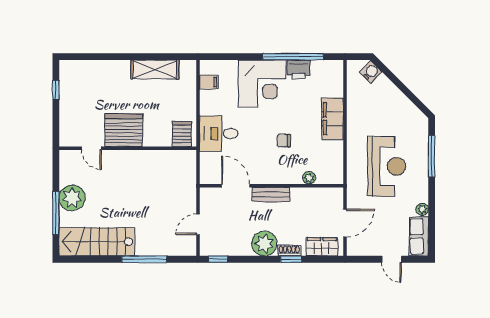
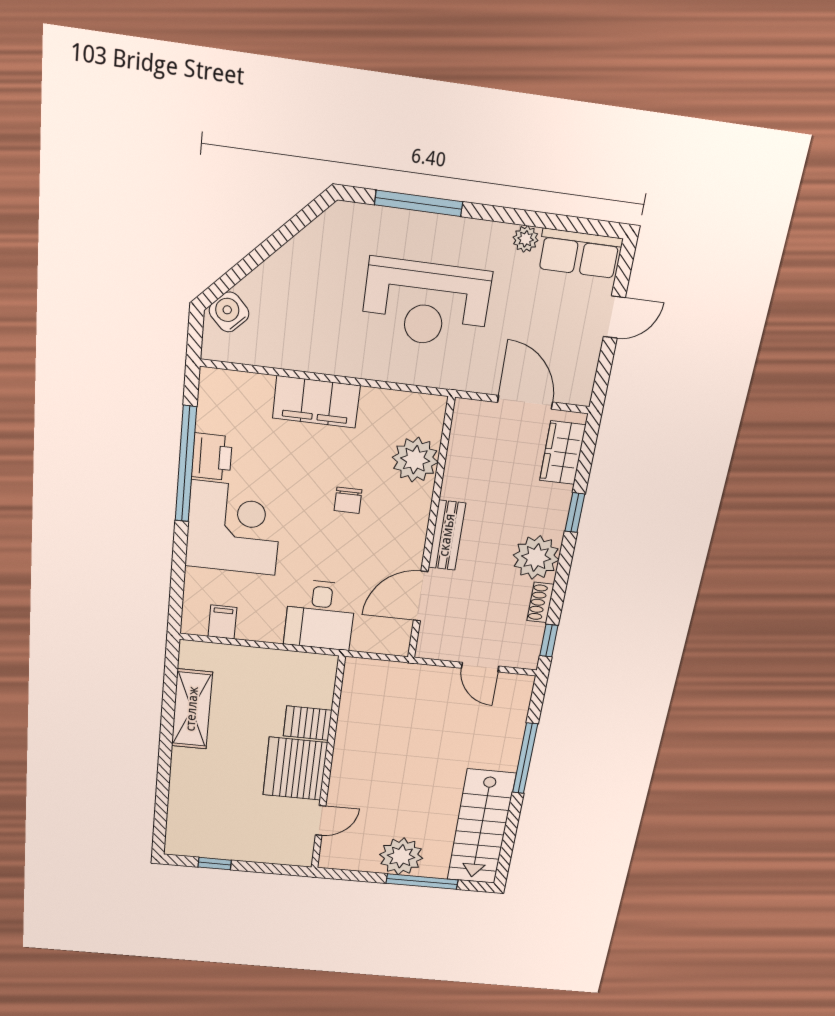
server rack: (182, 134) -> (308, 723), moved
reception desk: (387, 166) -> (426, 303), turned 180
plant: (309, 178) -> (415, 460), width x1.88, depth x1.88
shoe rack: (289, 251) -> (540, 602), moved

